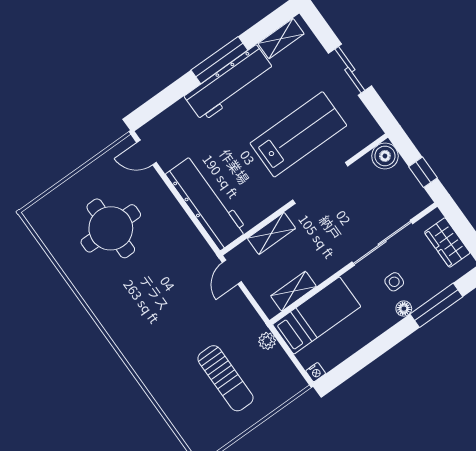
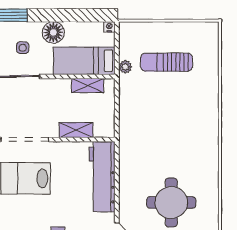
door: (232, 272) -> (117, 124), removed
floor lamp: (404, 309) -> (53, 32), moved, width x1.89, depth x1.89
sun lounger: (225, 378) -> (167, 62), turned -90

